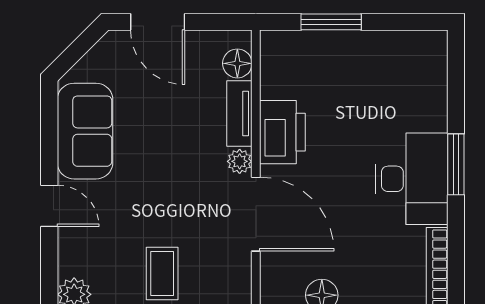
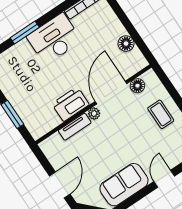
floor lamp: (237, 63) -> (137, 86), moved
window: (456, 164) -> (25, 32), moved
coffee table: (162, 274) -> (161, 114), turned 90

